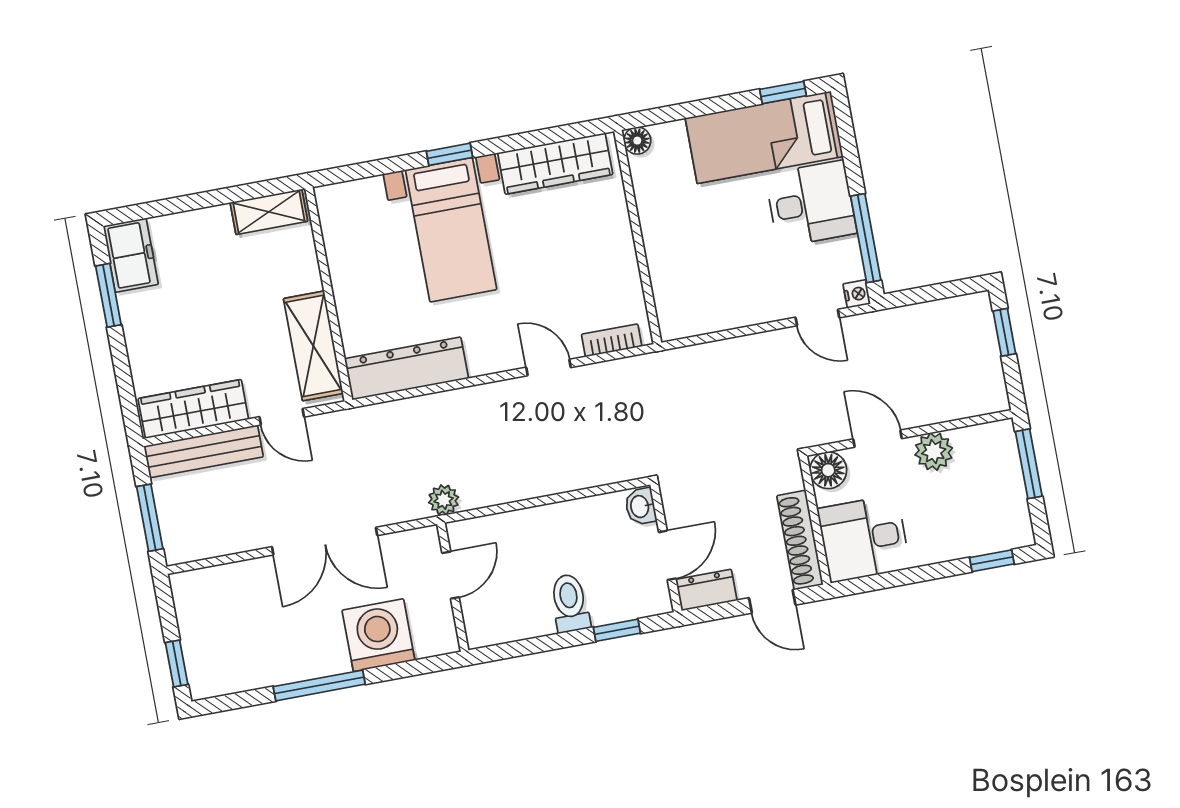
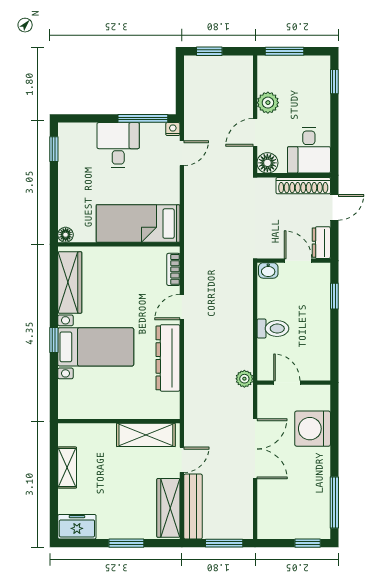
bed: (764, 137) -> (138, 224), moved, turned 90
shelving: (269, 212) -> (67, 468), moved
window: (108, 295) -> (126, 543), moved
dresser: (406, 369) -> (168, 358), moved
toilet: (570, 603) -> (273, 329), moved, turned 180
window: (319, 685) -> (334, 503), moved

